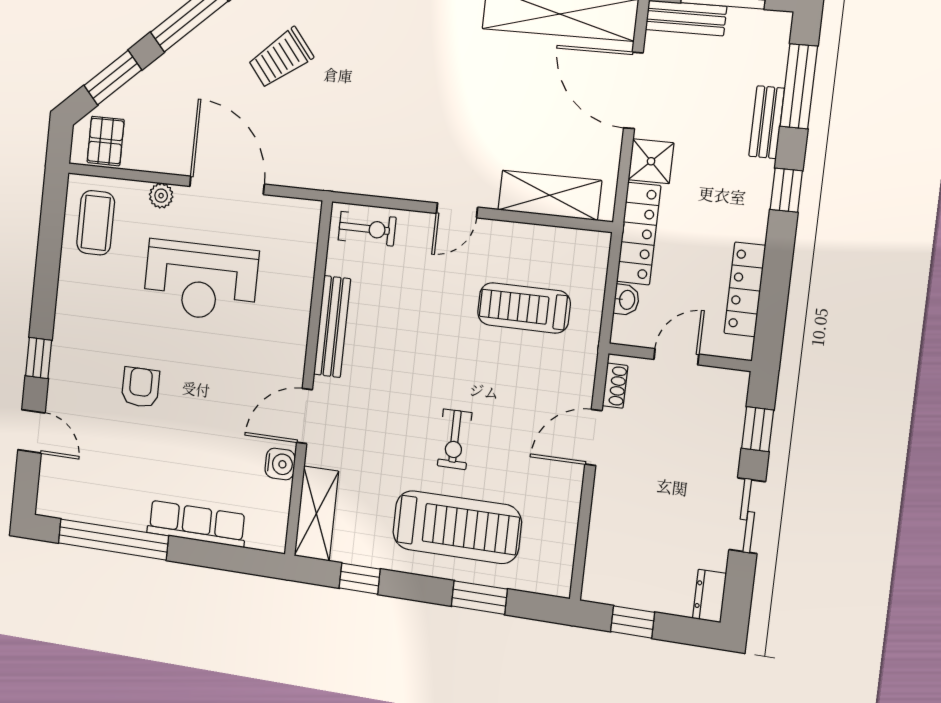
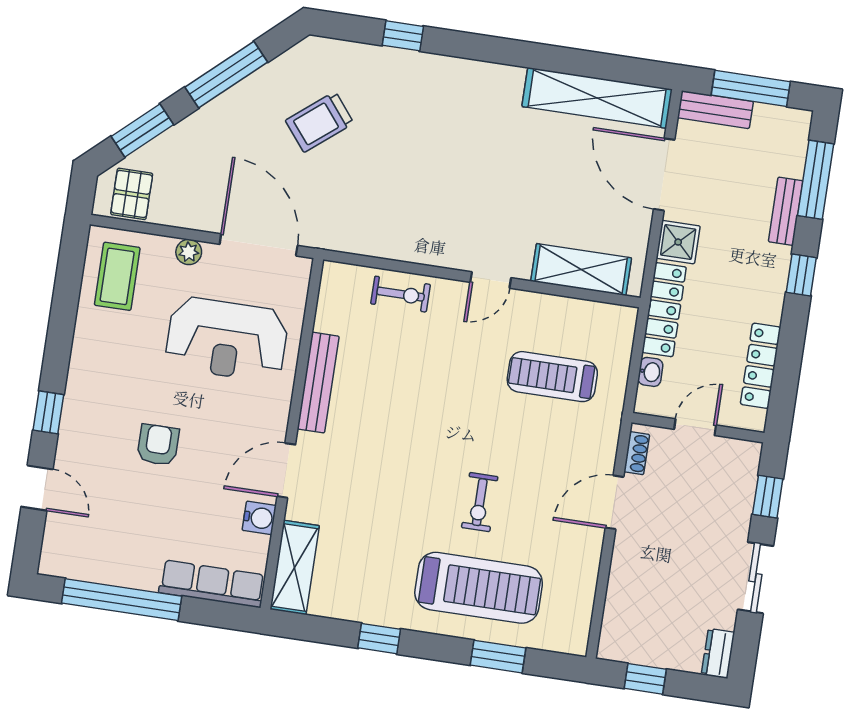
bench: (332, 327) -> (318, 383), moved
wall: (308, 379) -> (292, 434), moved
door: (304, 416) -> (286, 470), moved
water cooler: (280, 464) -> (259, 518), moved
shelving: (316, 514) -> (295, 567), moved

